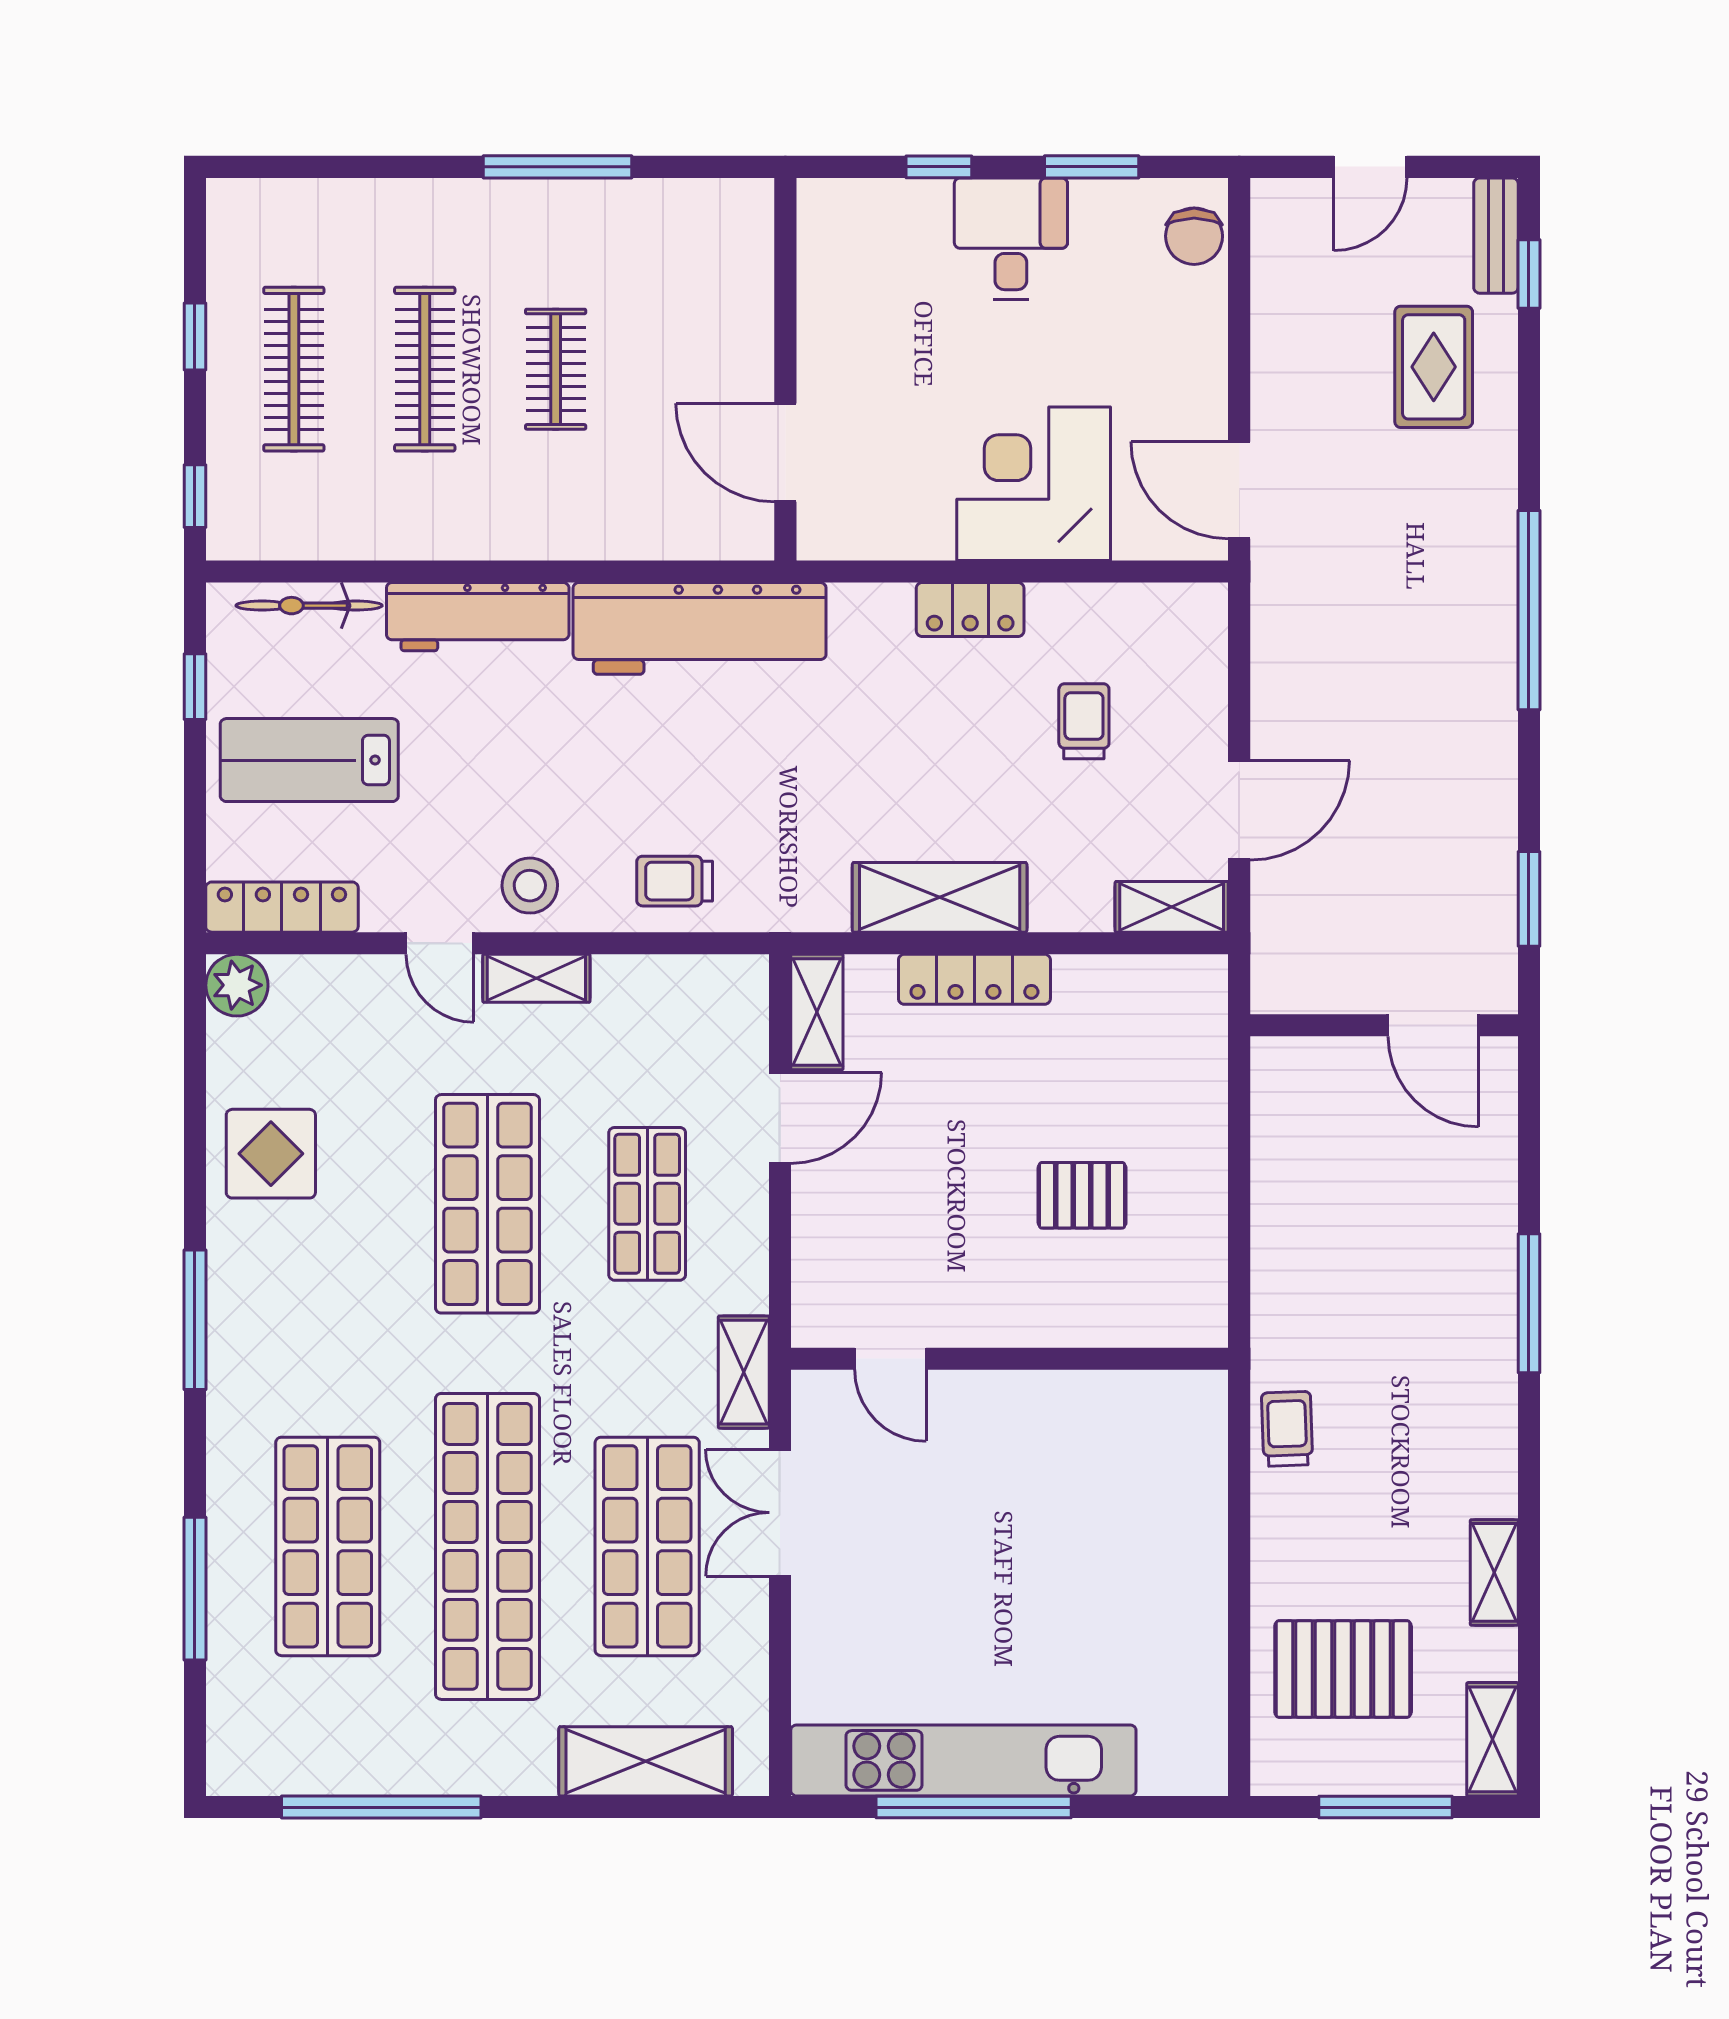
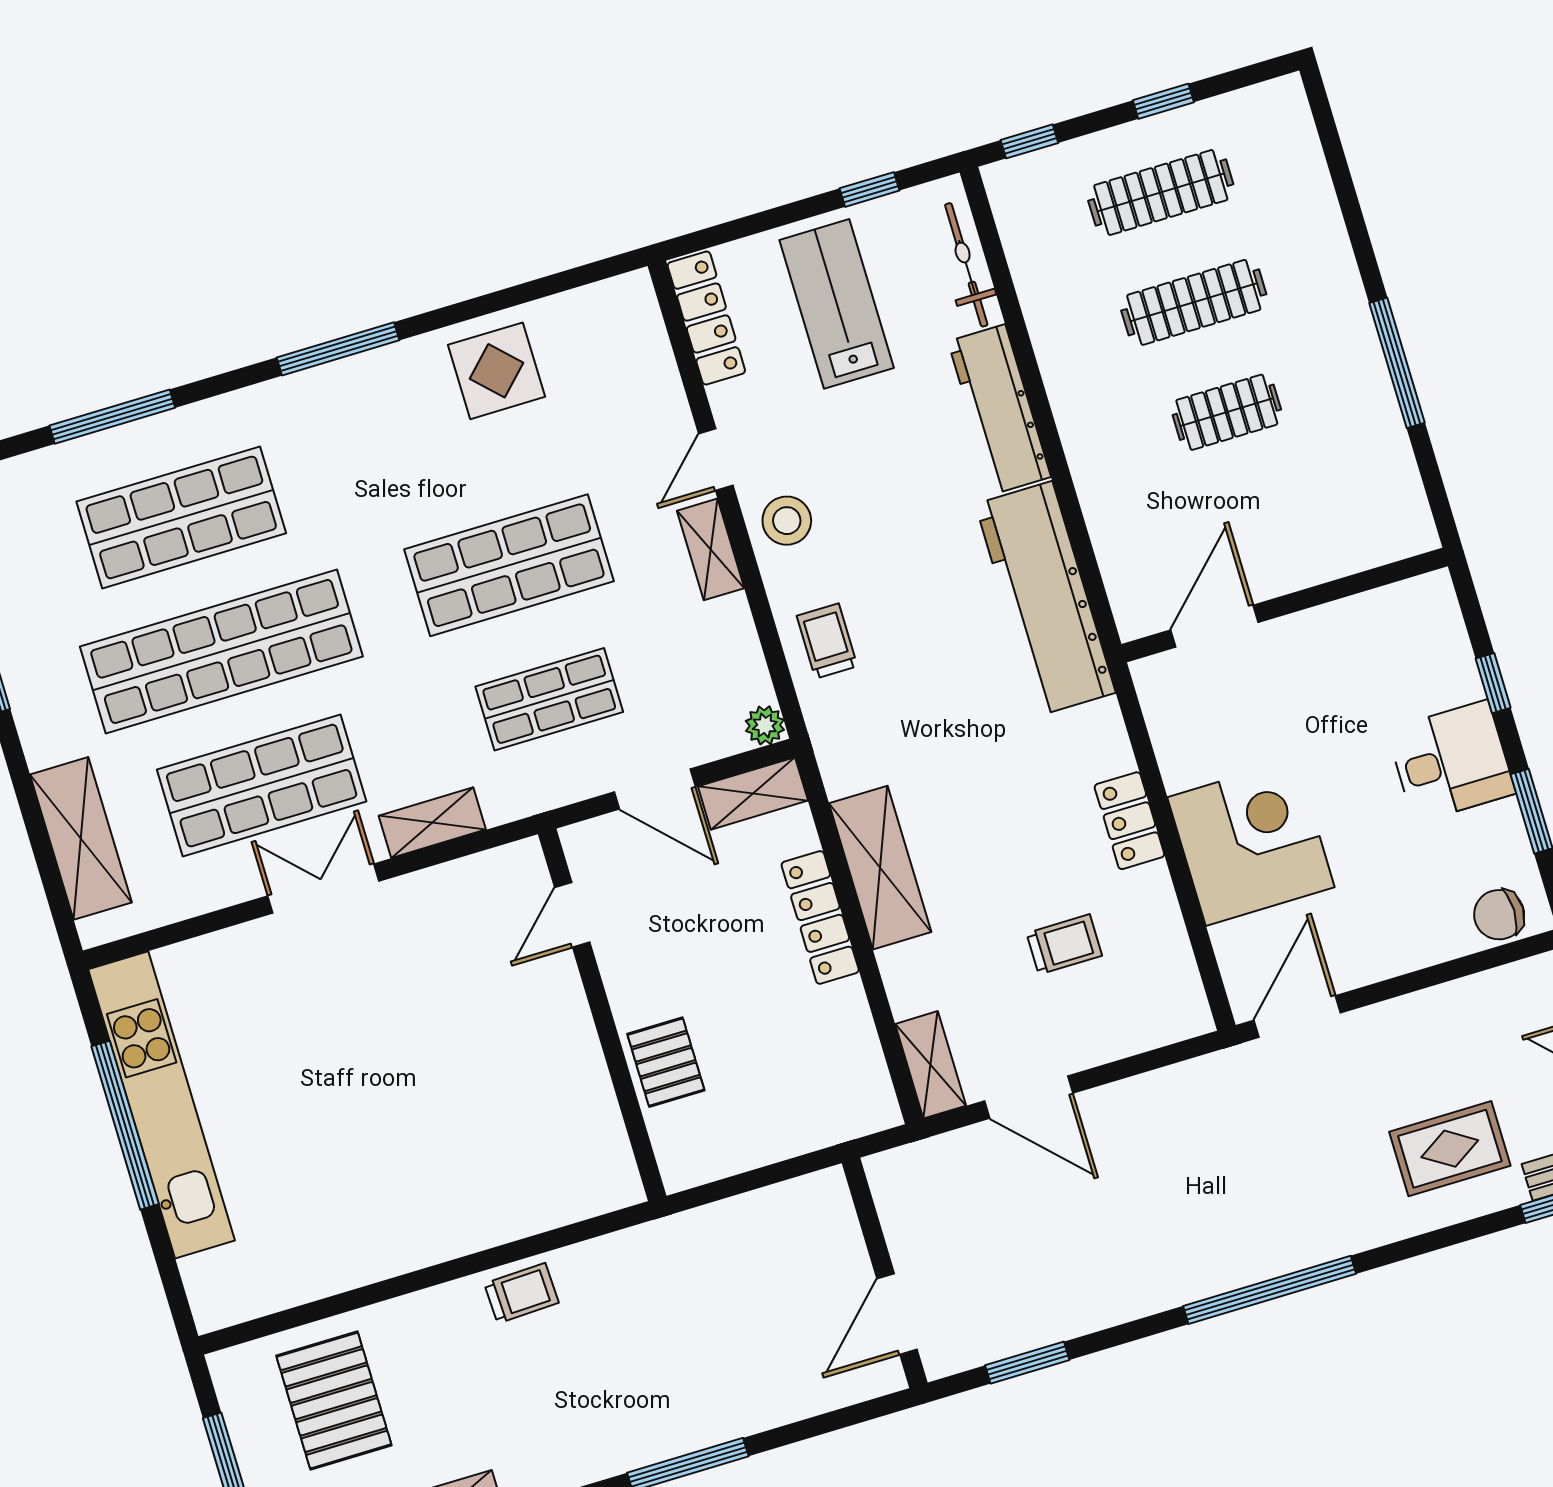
plant: (237, 985) -> (765, 725), moved, width x0.73, depth x0.73
door: (890, 1359) -> (572, 915), moved
wall: (1010, 1359) -> (602, 1015), moved

